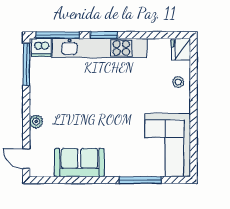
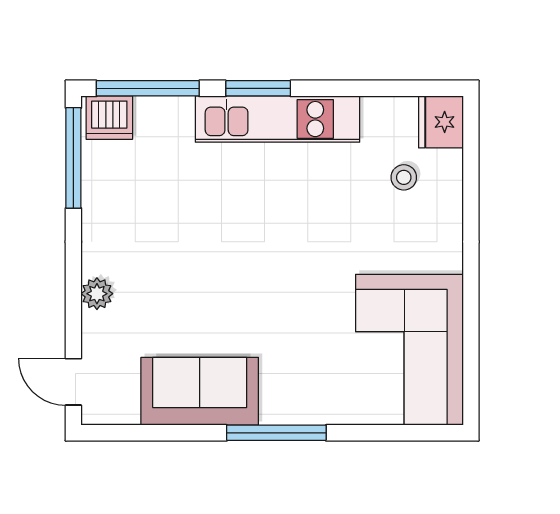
kitchen unit: (100, 48) -> (277, 119), width x0.73
stool: (178, 82) -> (404, 177), moved
window: (140, 180) -> (276, 433), moved

